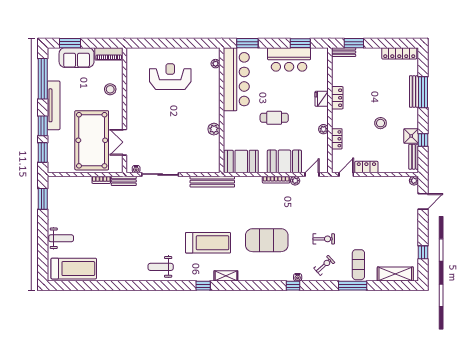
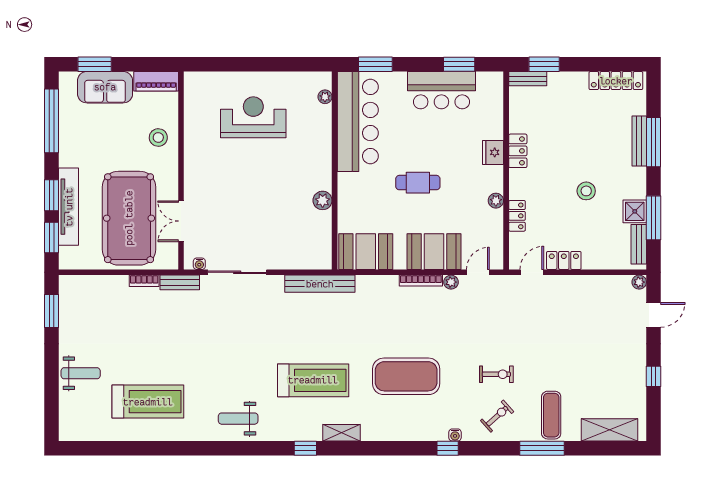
tv unit: (54, 105) -> (69, 207), moved
window: (423, 140) -> (653, 218), width x2.17
window: (423, 252) -> (653, 376), moved
treadmill: (74, 269) -> (148, 402), moved

